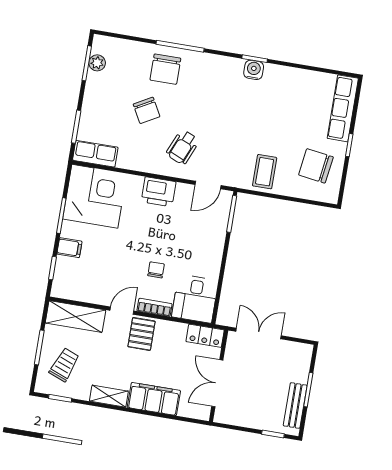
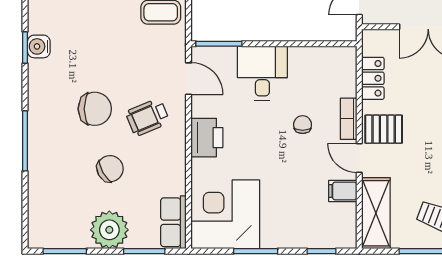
plant: (97, 63) -> (109, 230), moved, width x1.87, depth x1.87
chair: (165, 69) -> (95, 109), moved
wheelchair: (183, 147) -> (148, 117), turned 134
filing cabinet: (69, 248) -> (343, 191), moved, turned -90
chair: (156, 270) -> (303, 125), turned 90
desk: (195, 299) -> (262, 73), moved, turned -90
locker: (205, 336) -> (373, 78), moved

